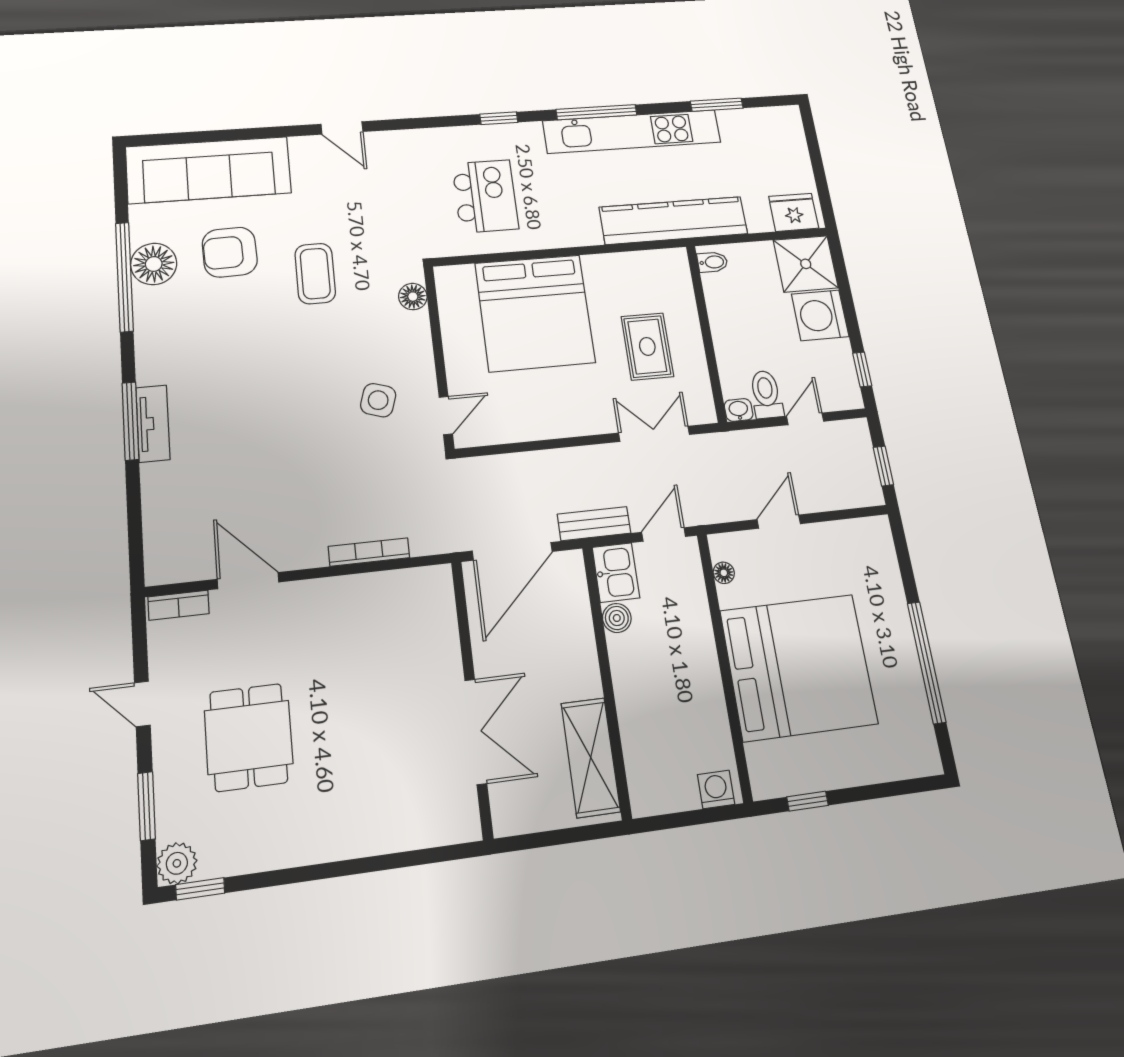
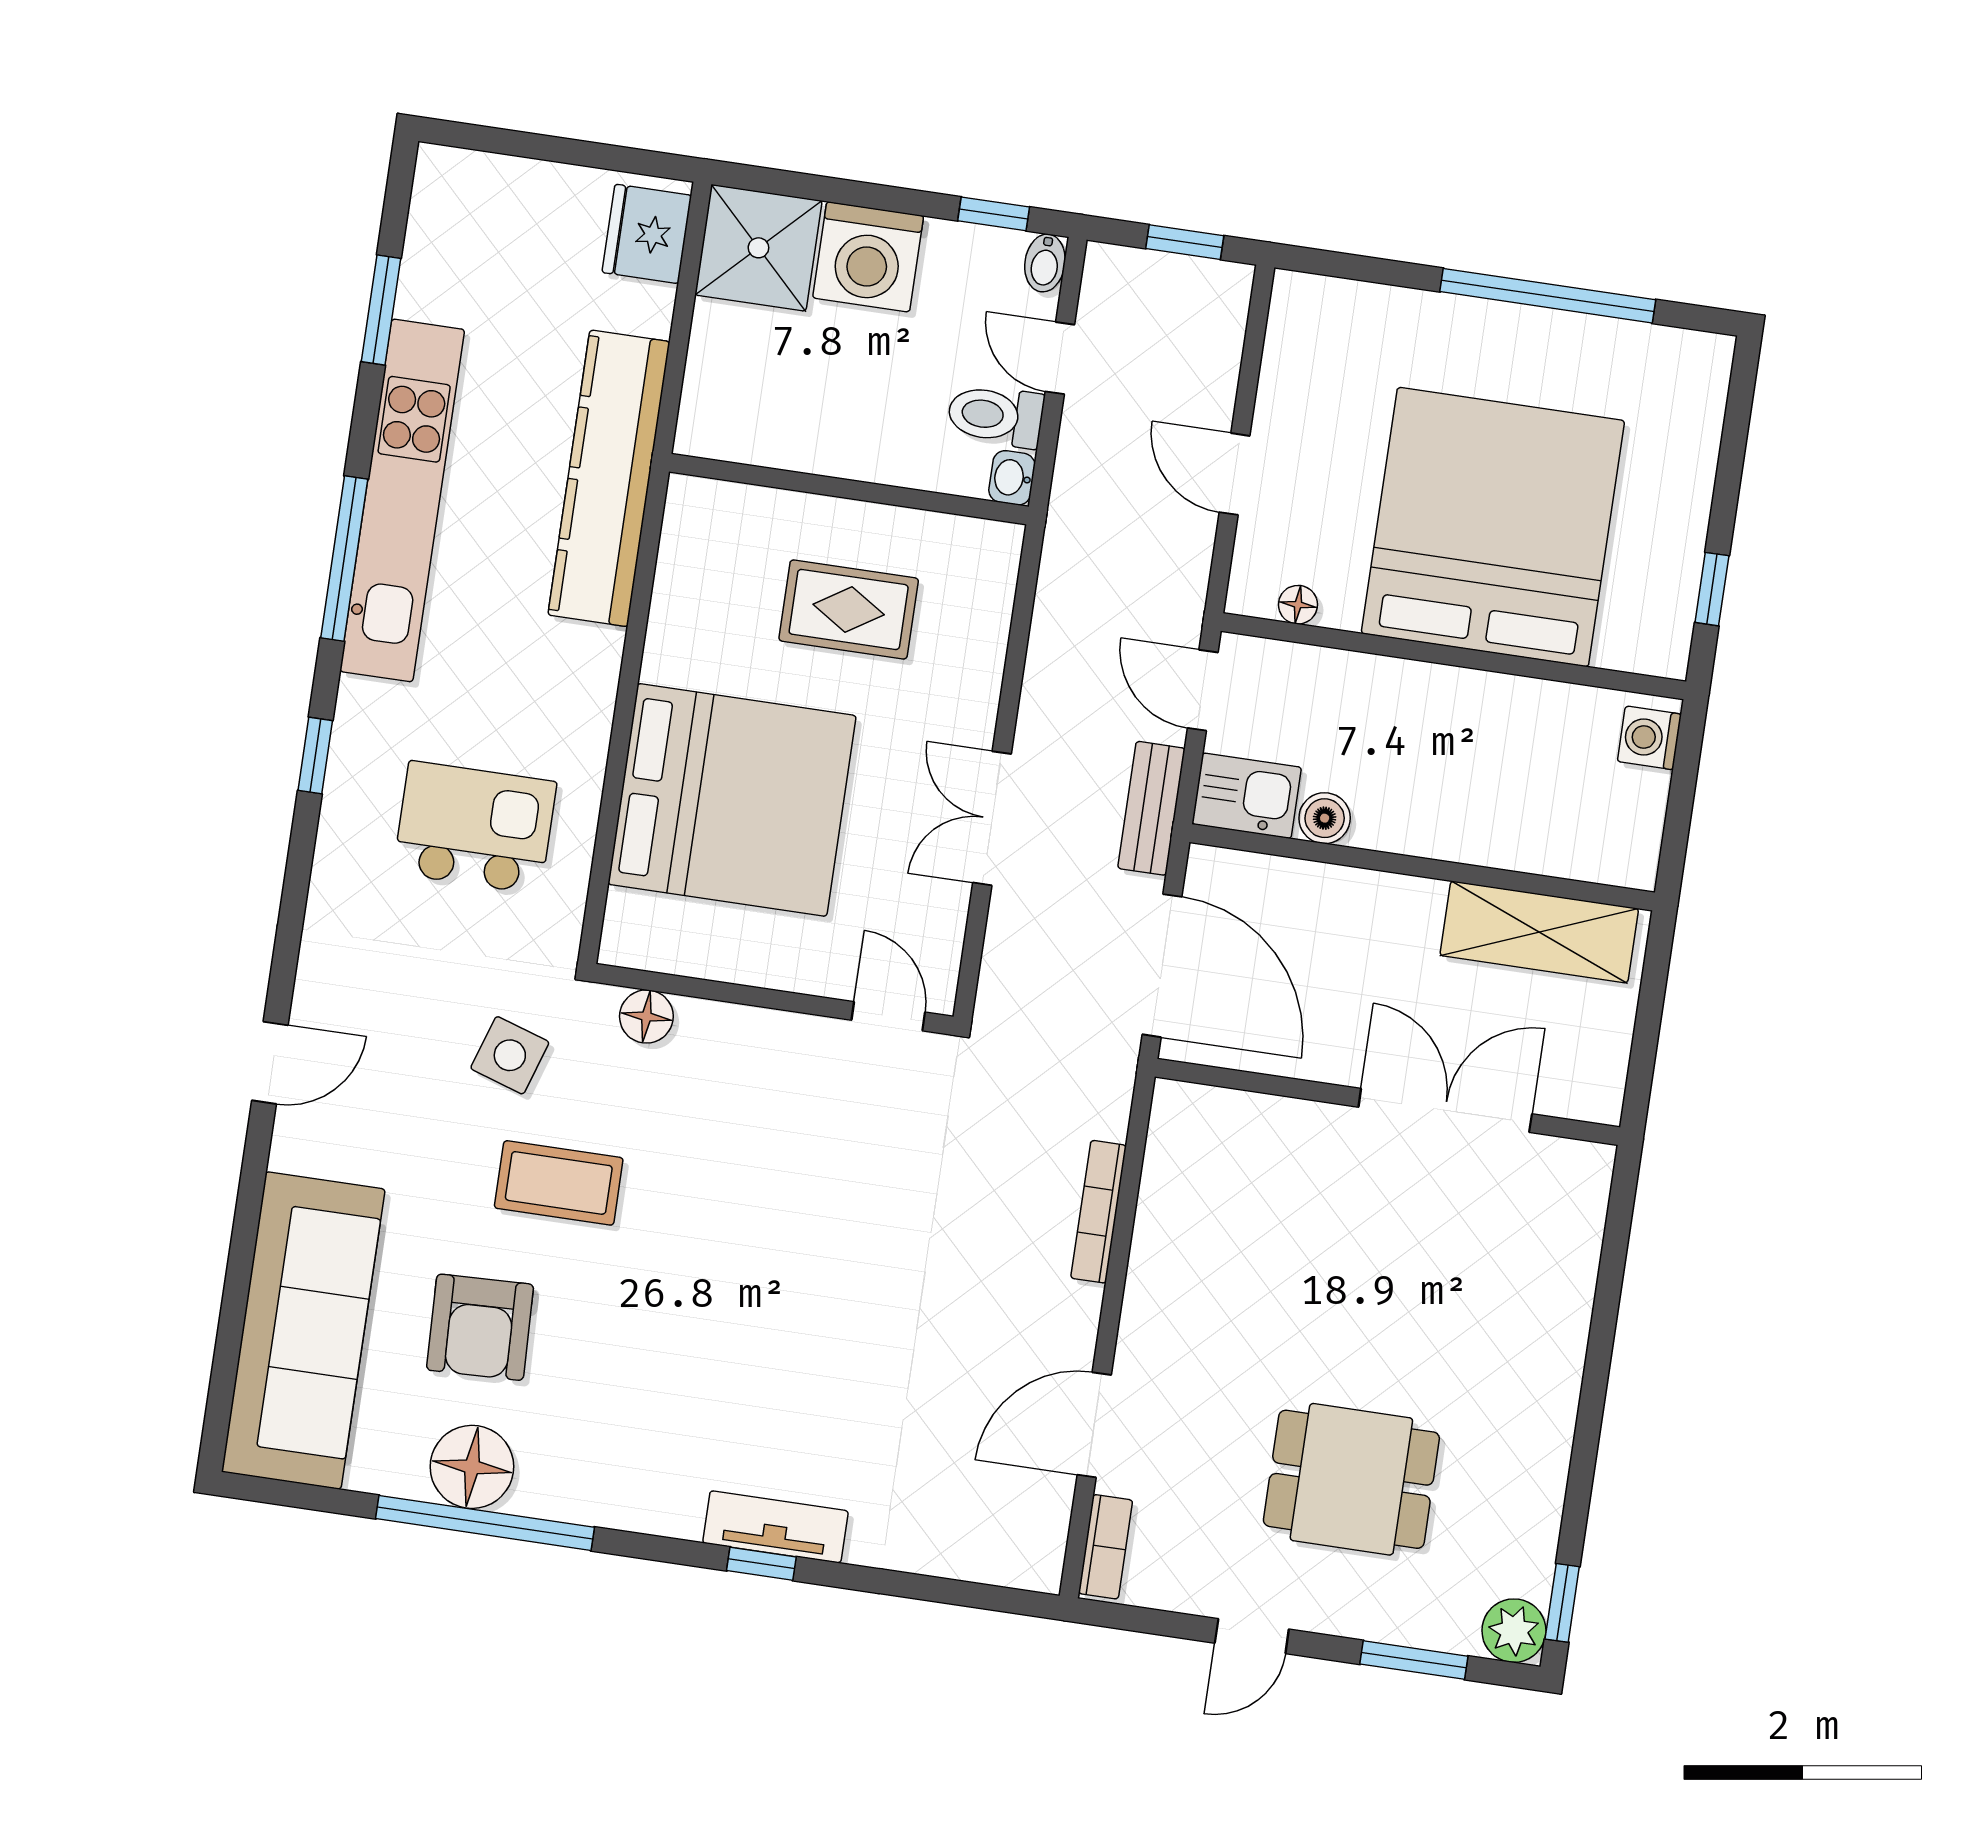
bidet: (712, 262) -> (1045, 263), moved, turned 180
side table: (378, 400) -> (510, 1055), moved
window: (130, 421) -> (761, 1564), width x0.46
double door: (654, 434) -> (992, 818), moved

